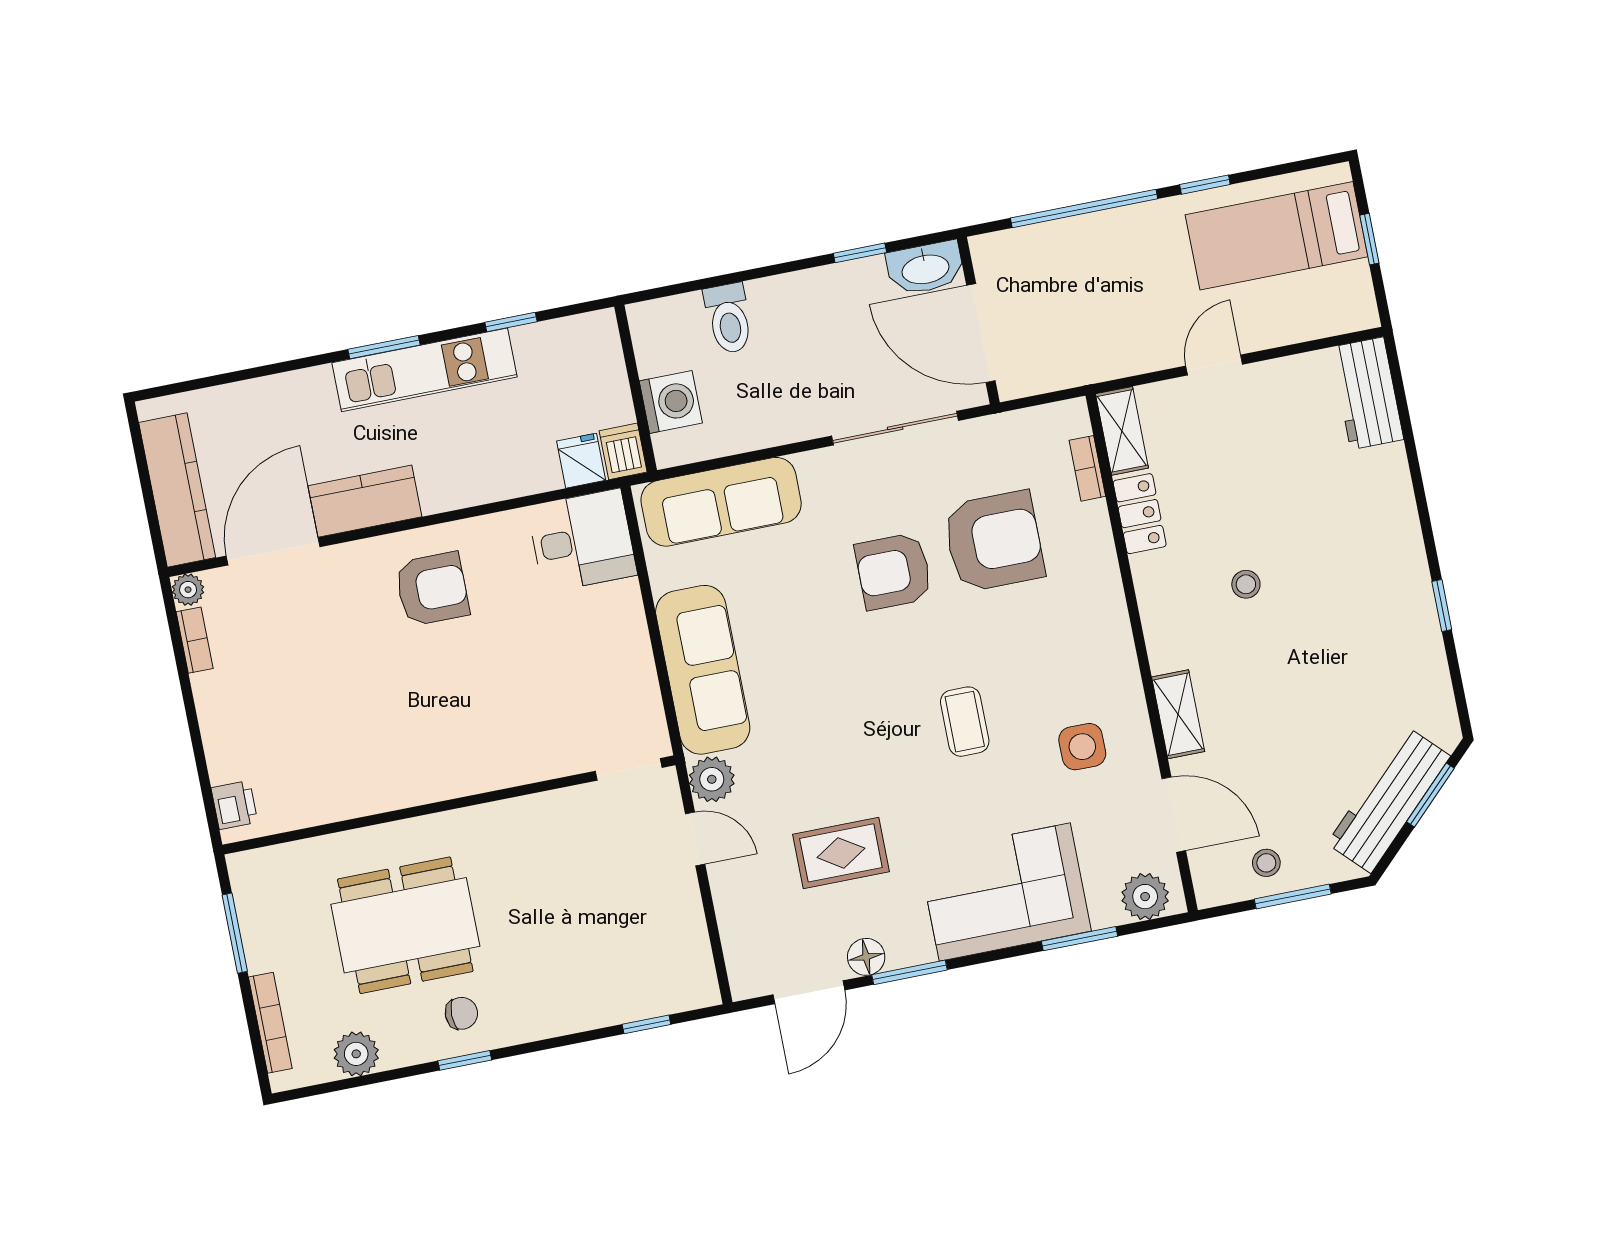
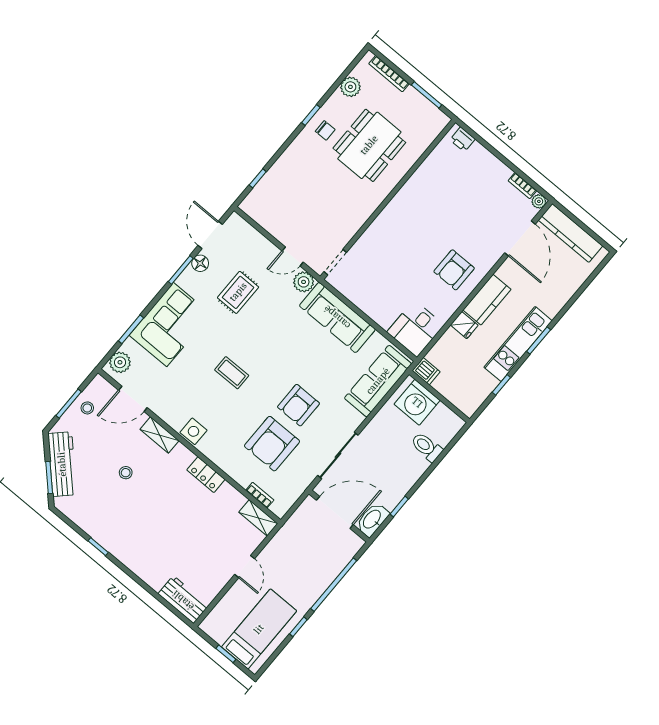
washing machine: (671, 402) -> (417, 402), width x1.37, depth x1.37
fridge: (581, 461) -> (464, 325), moved
kitchen counter: (365, 501) -> (487, 300), moved
locker: (1140, 514) -> (206, 475), moved
armchair: (894, 571) -> (298, 405), turned 180
stool: (1246, 584) -> (126, 473), moved
side table: (1082, 747) -> (193, 431), moved
chair: (461, 1013) -> (325, 130), turned -90

